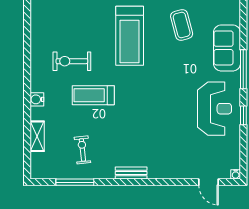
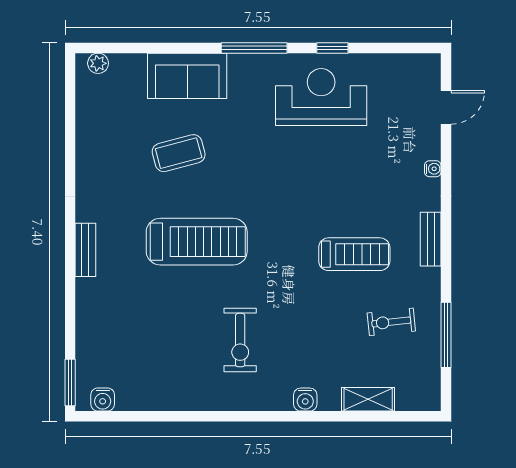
sofa: (227, 48) -> (187, 76), moved
treadmill: (93, 95) -> (354, 254), moved, turned -90
water cooler: (236, 174) -> (433, 169), moved

